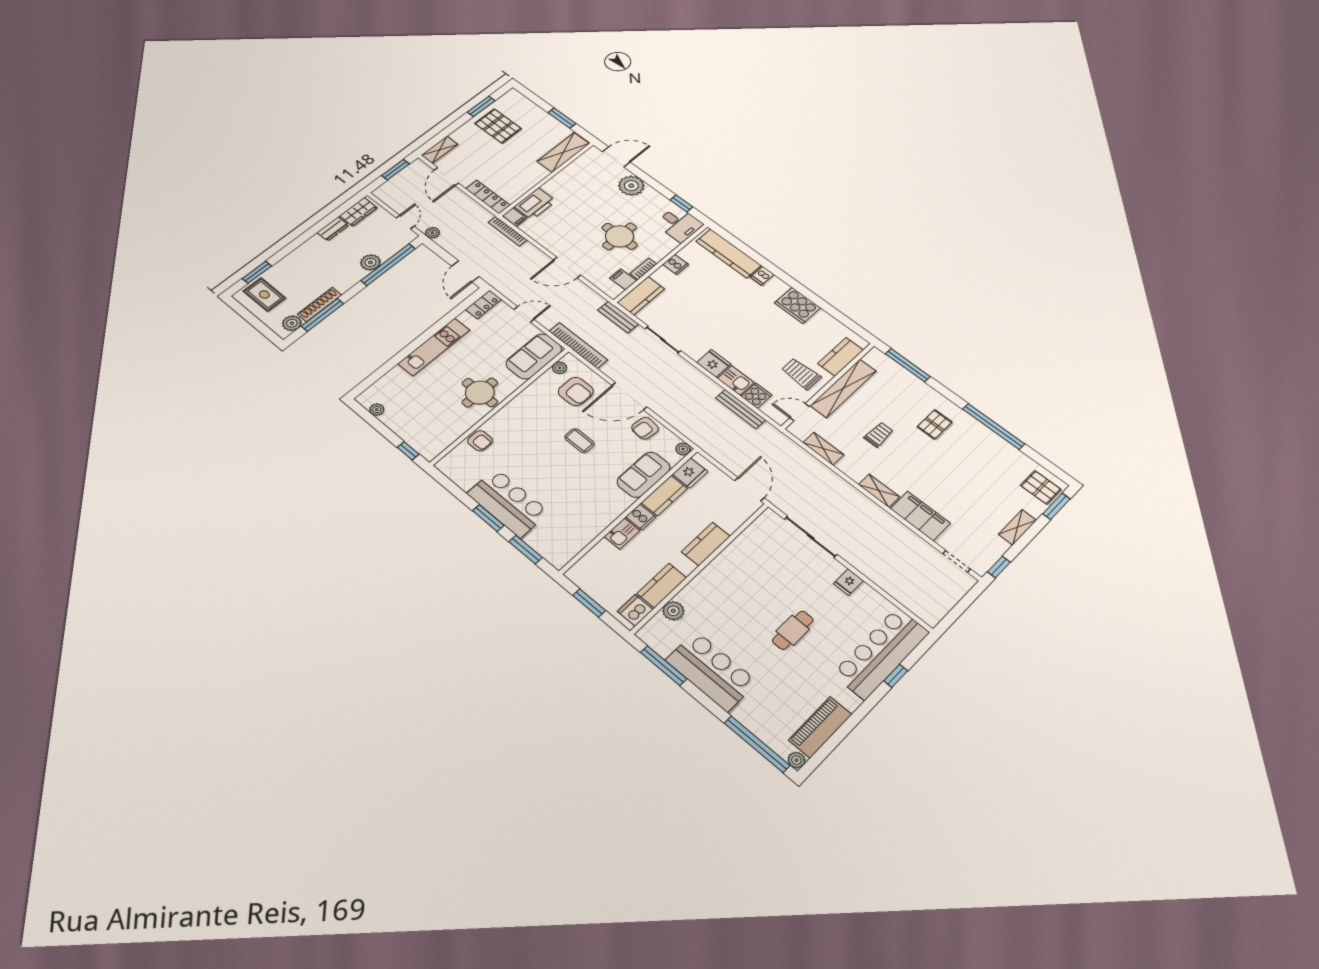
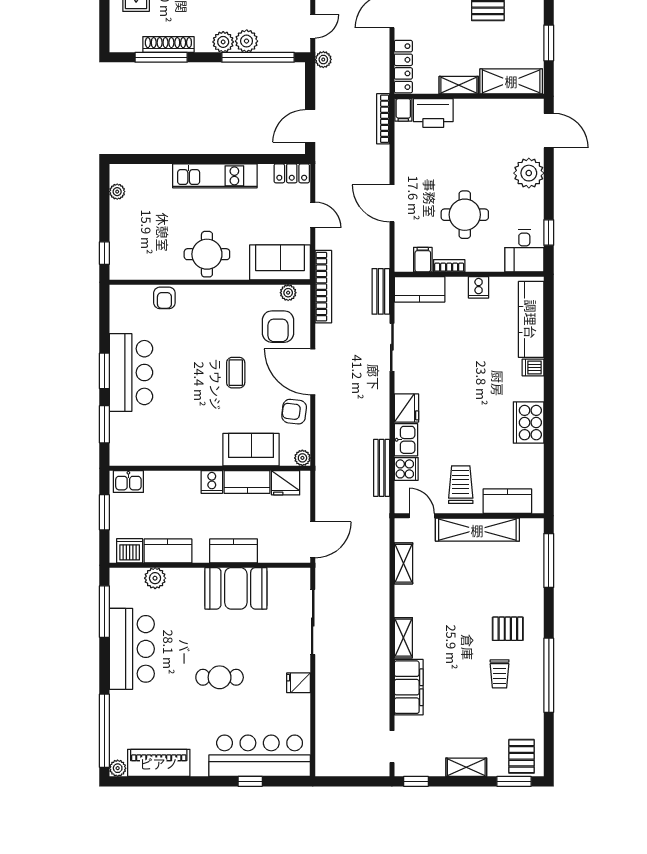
shelving: (534, 179) -> (459, 85), added
plant: (292, 323) -> (223, 42), moved
trolley: (879, 435) -> (500, 674), moved, turned 90
kitchen sink: (622, 534) -> (128, 482), moved
booth: (735, 565) -> (236, 588), added

